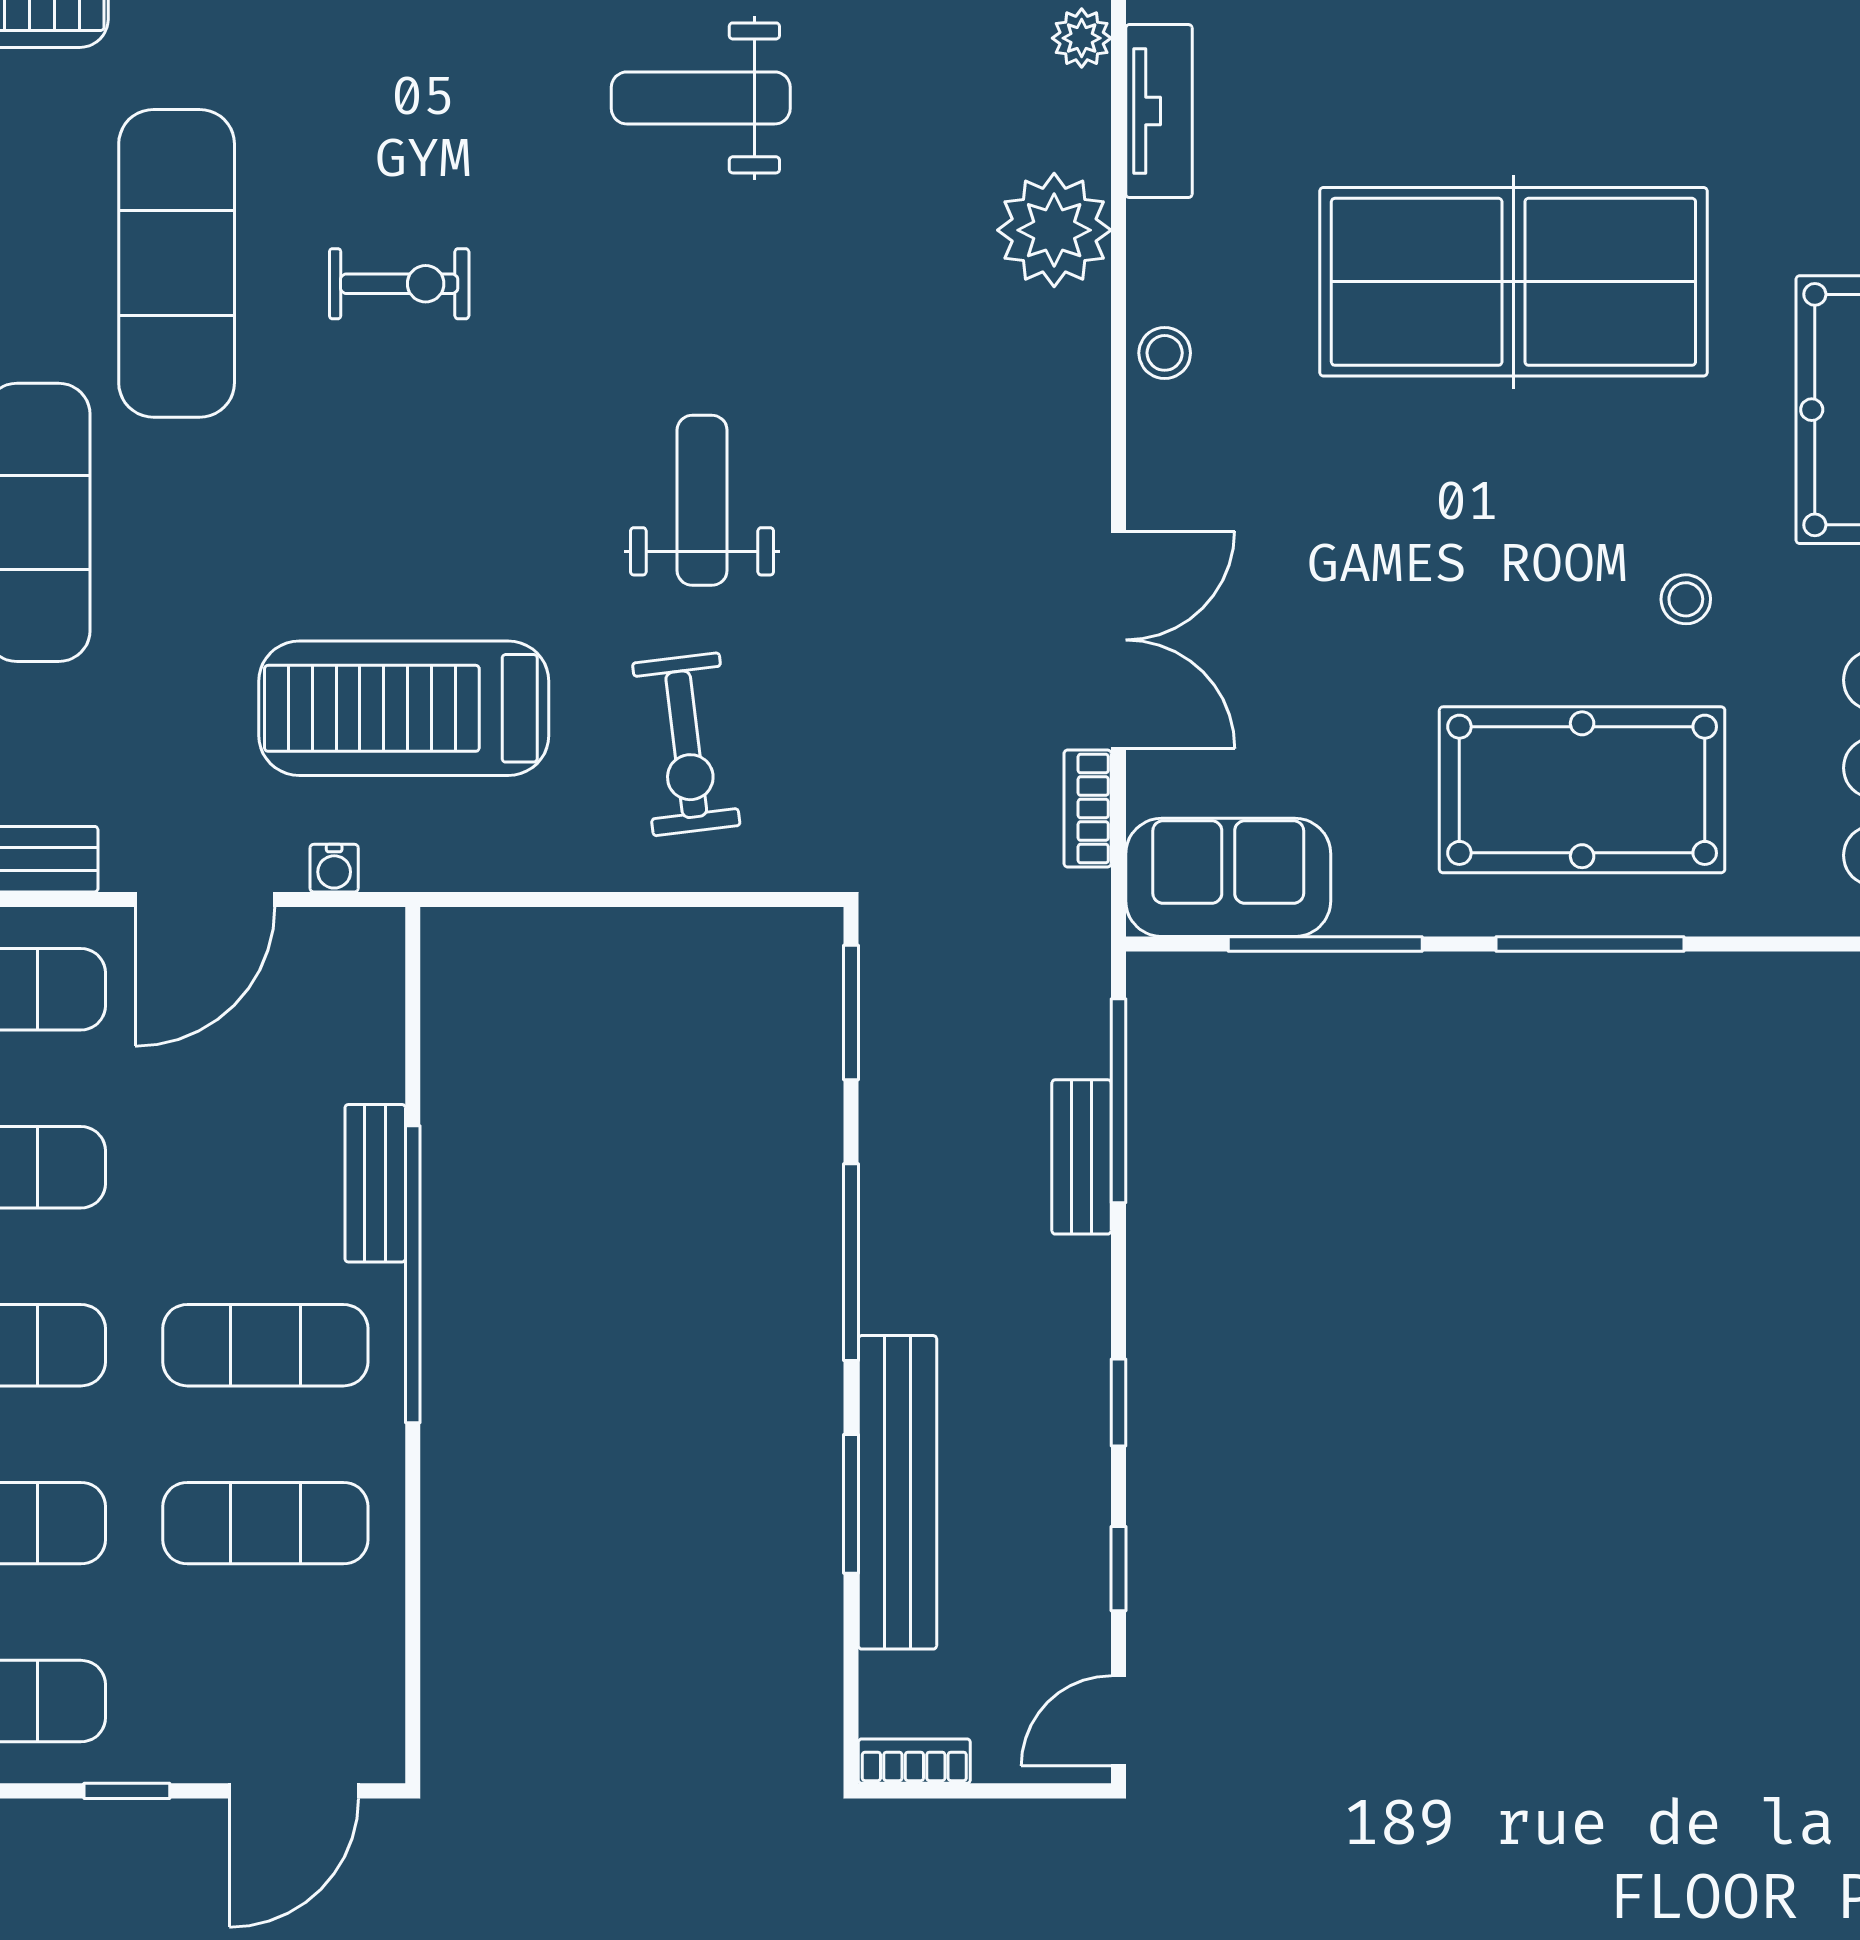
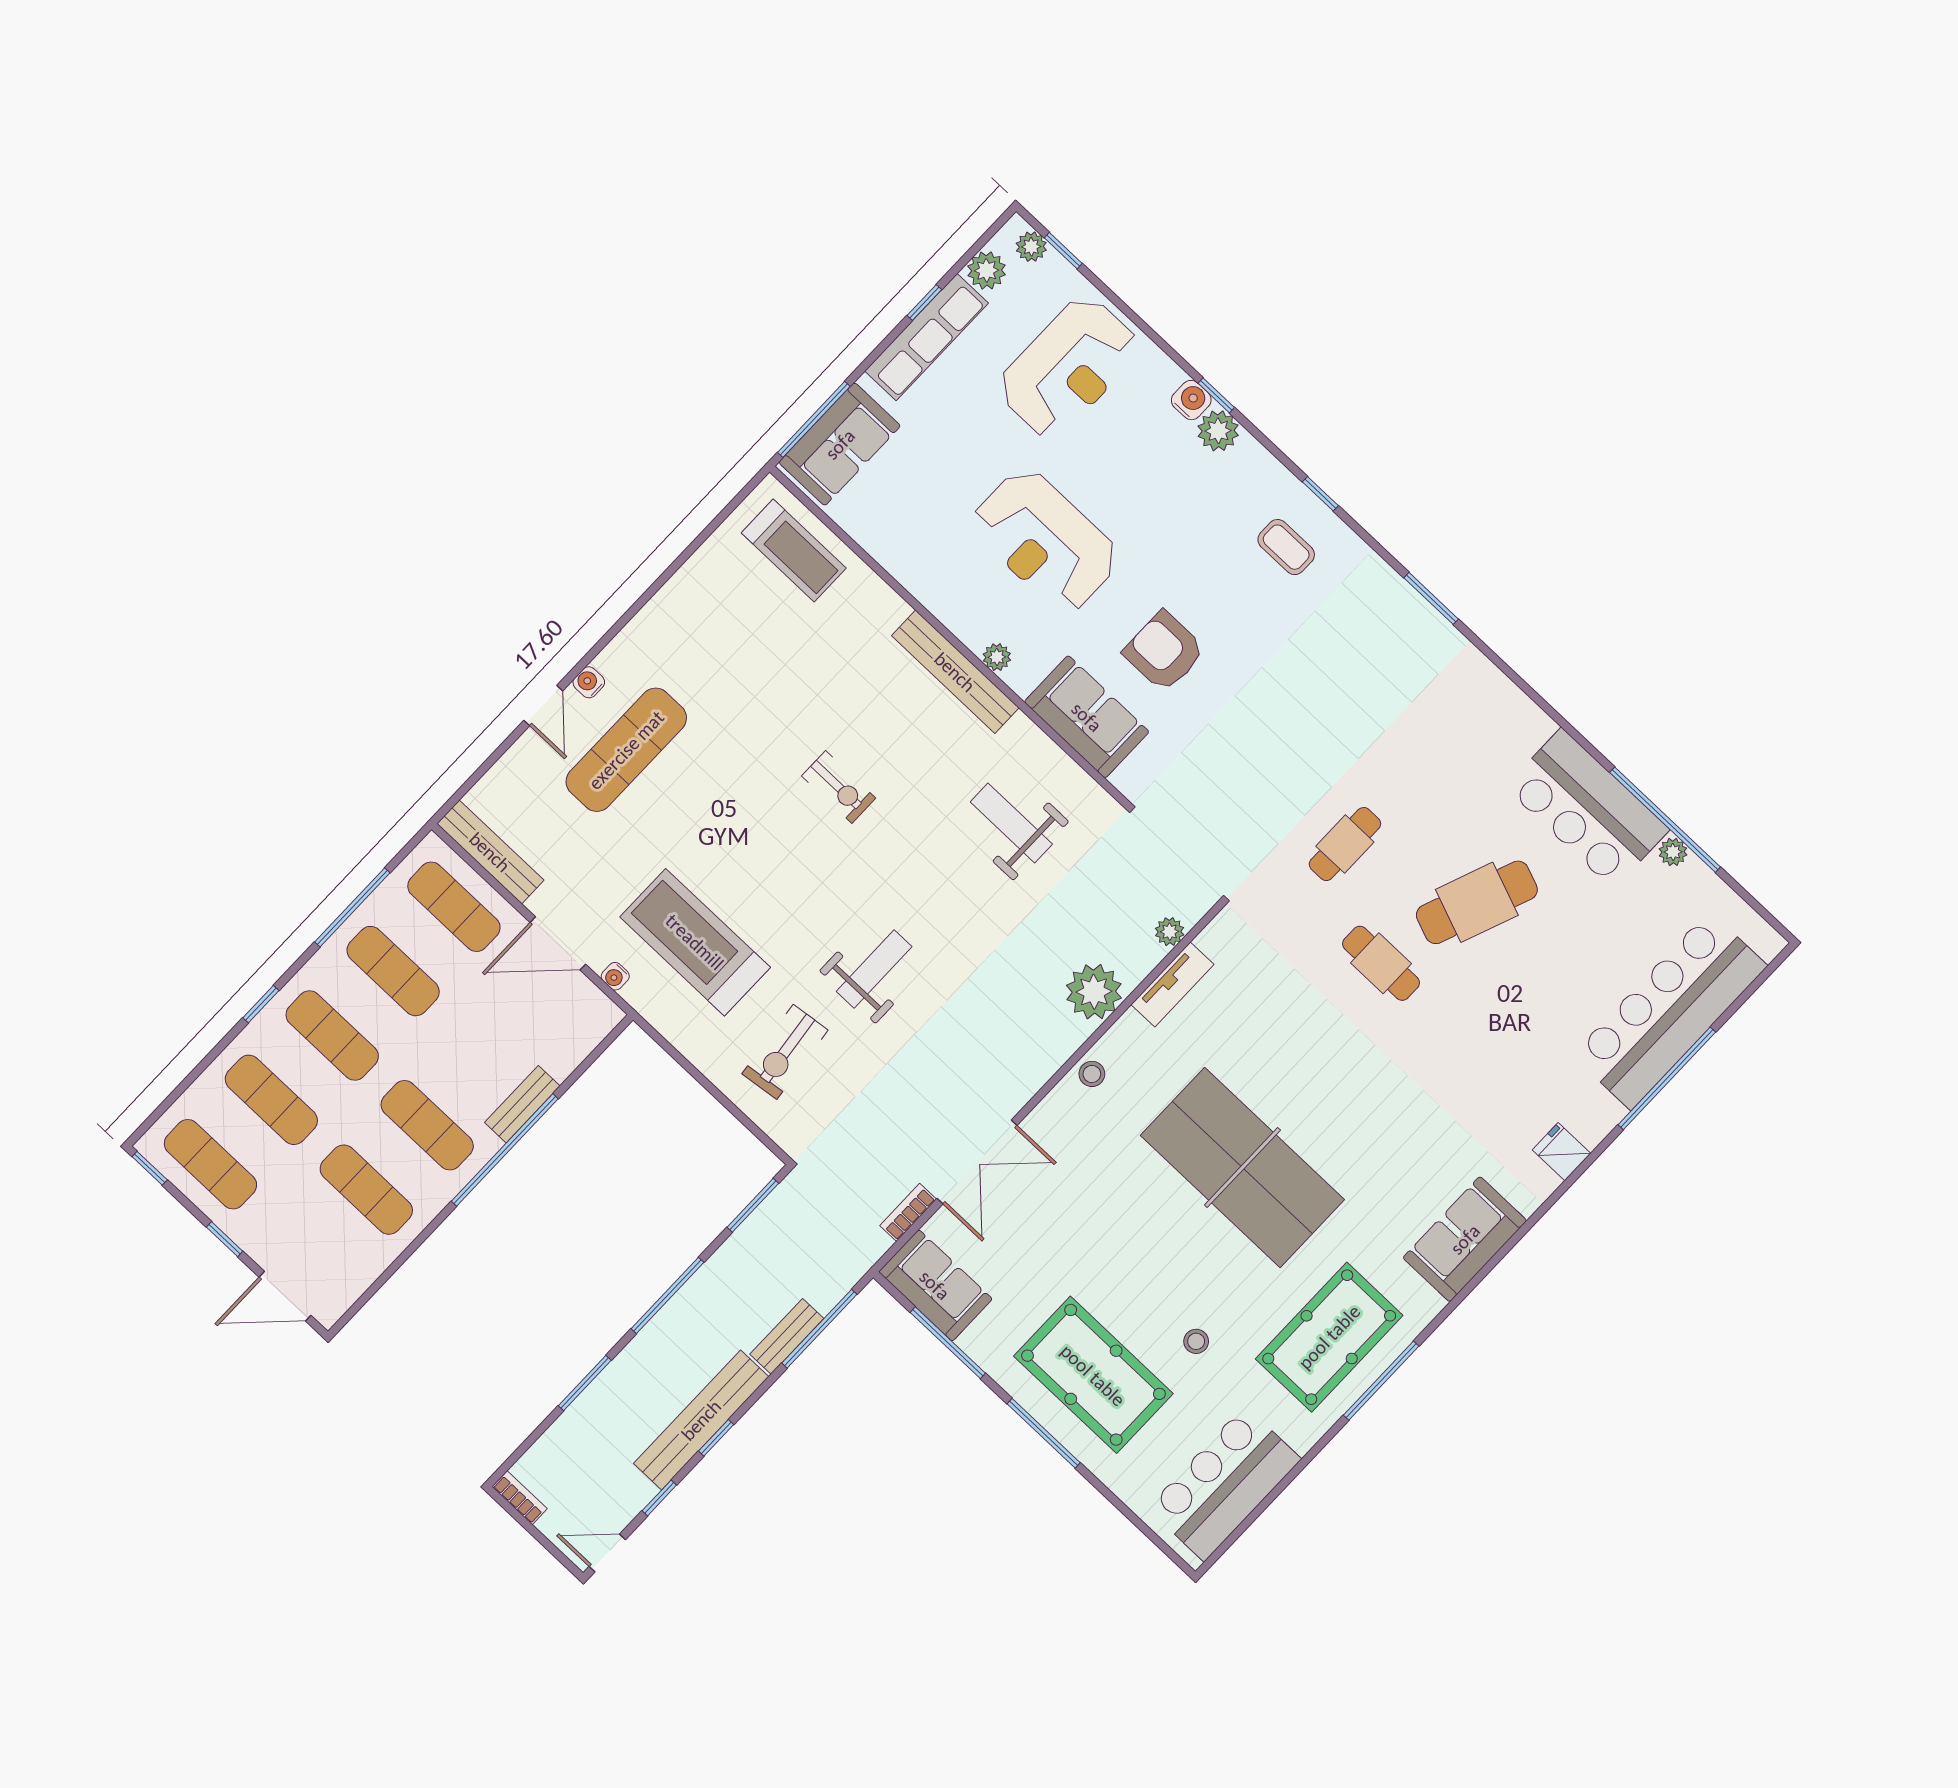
exercise mat: (177, 263) -> (765, 704), removed
bench: (897, 1492) -> (701, 1420), moved

